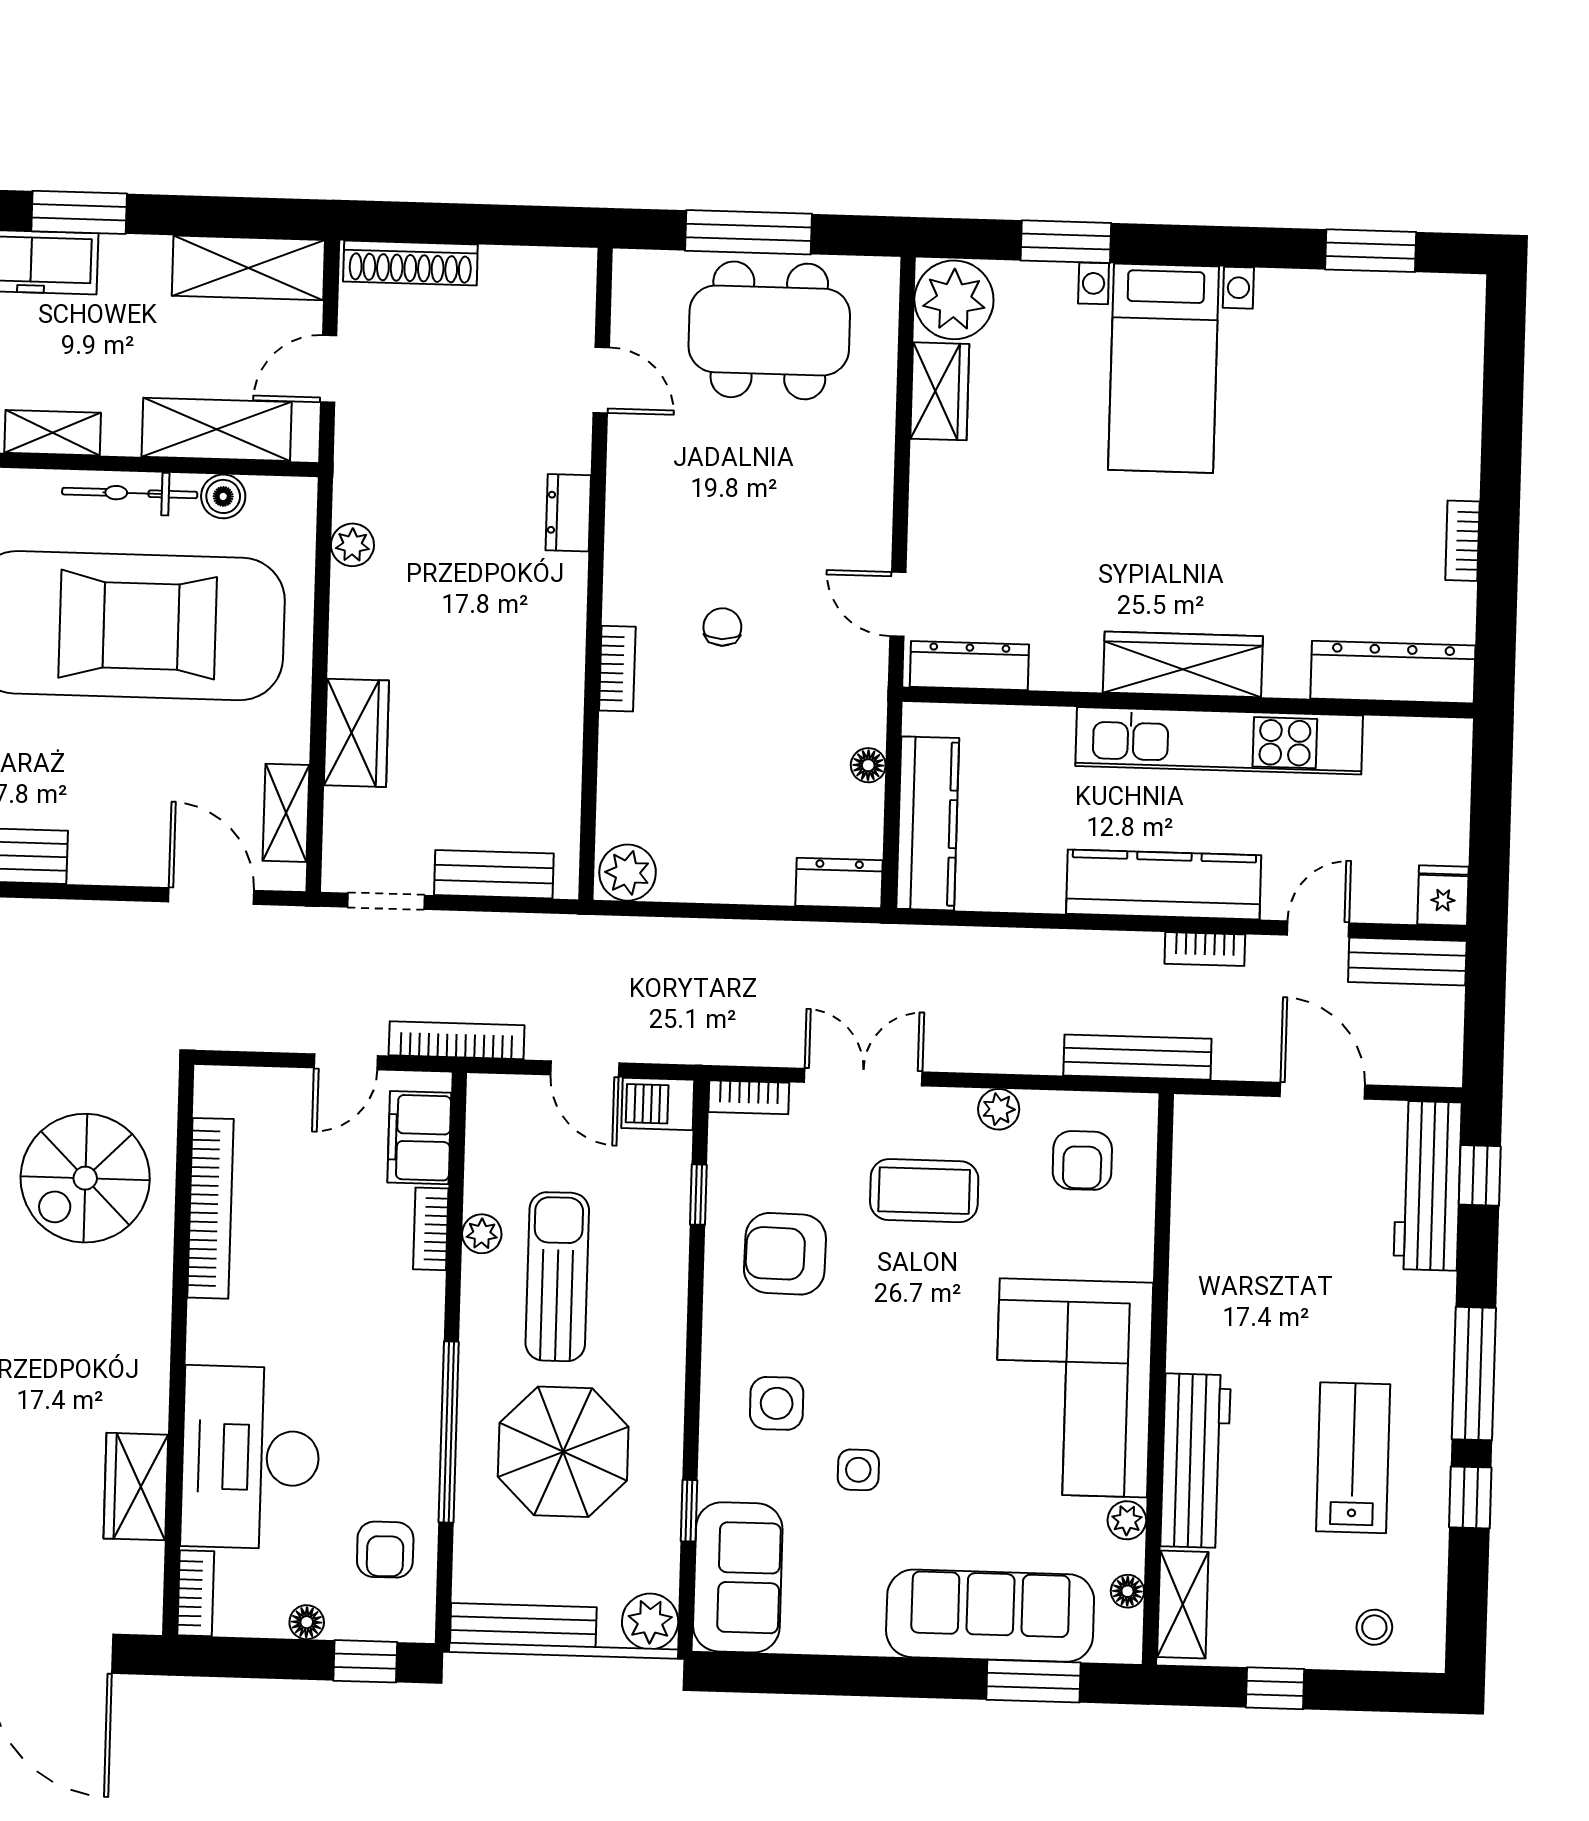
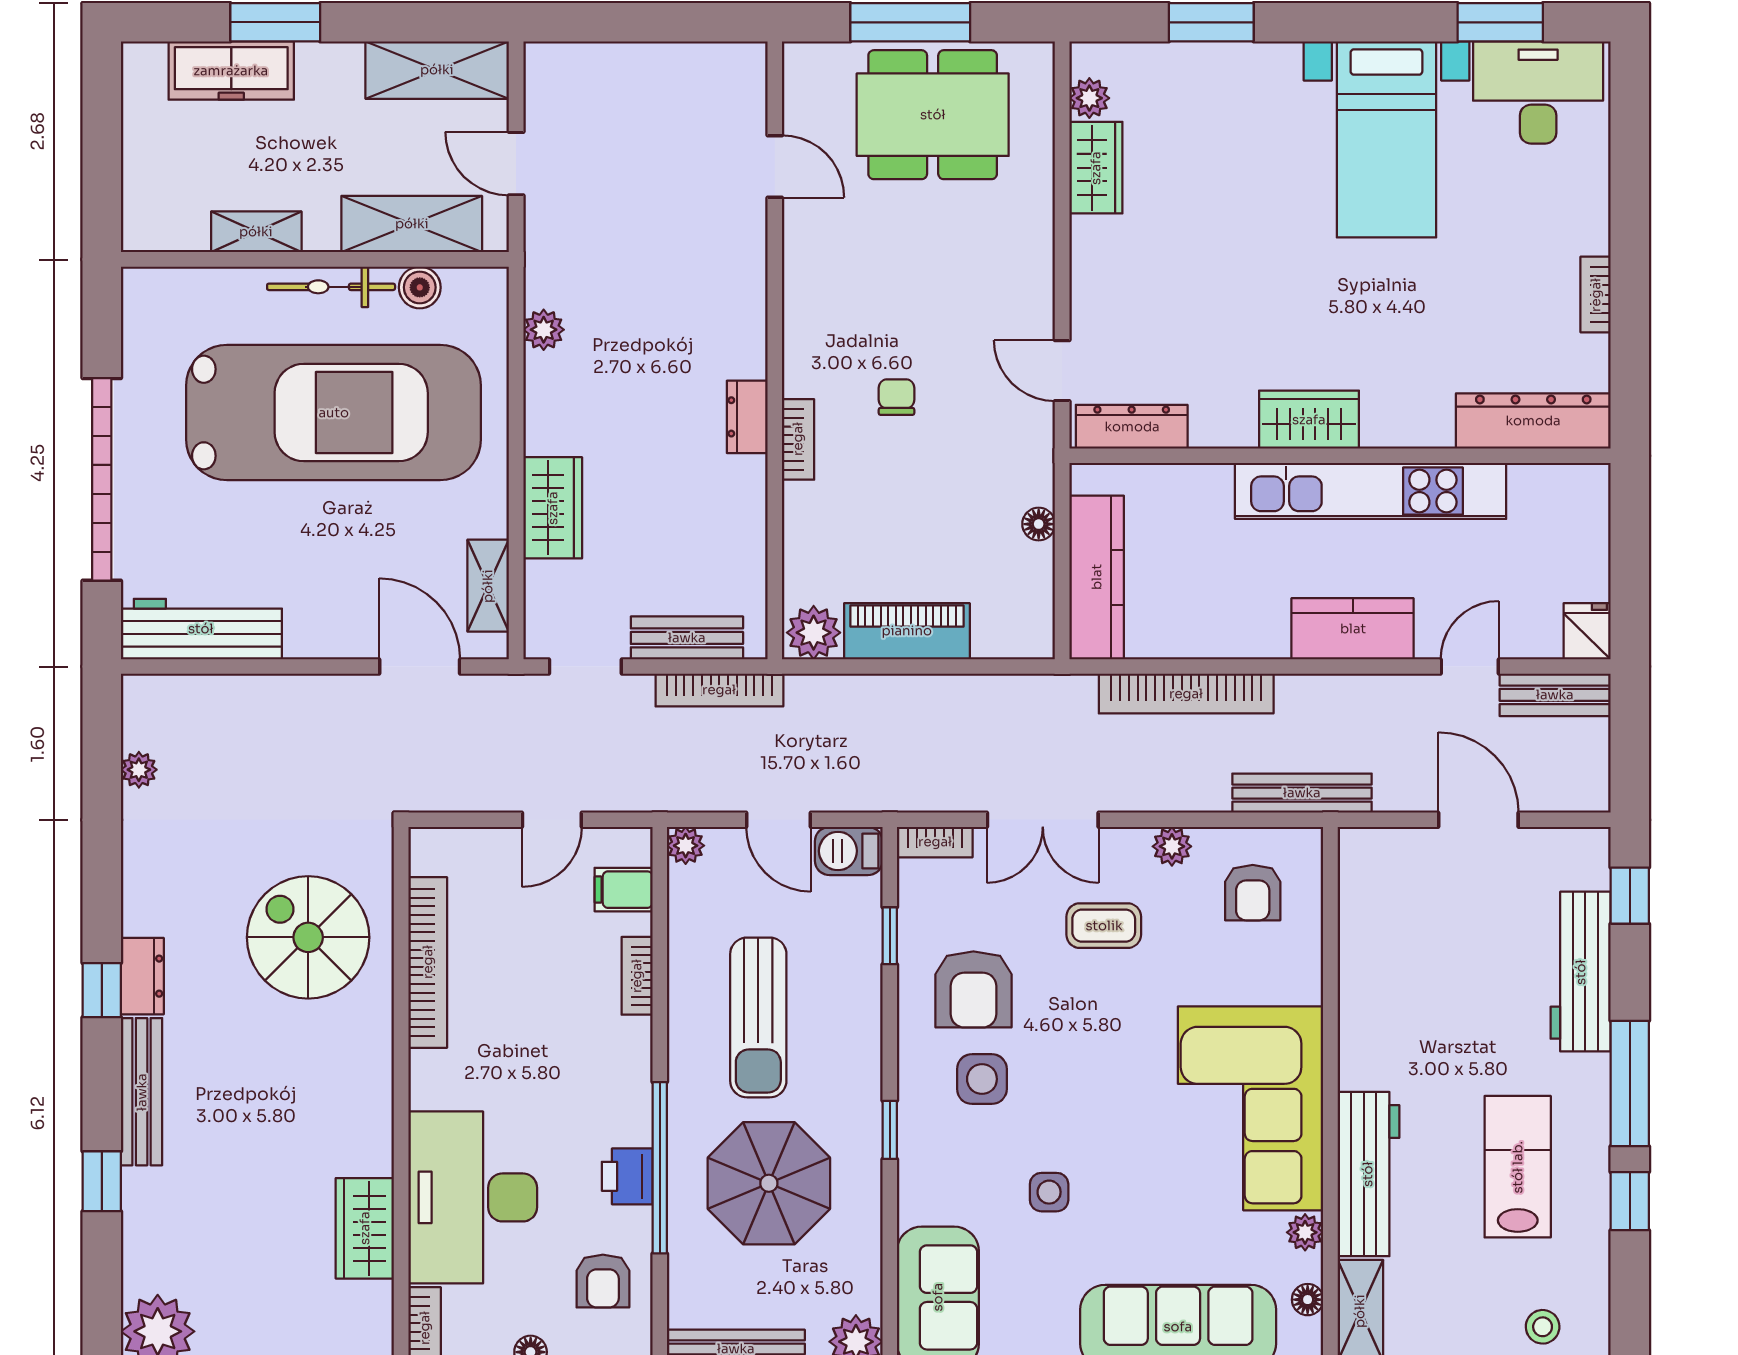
shoe rack: (410, 263) -> (591, 61), removed
plant: (954, 300) -> (1089, 98), width x0.53, depth x0.53
desk: (1408, 326) -> (1538, 92), added
bed with nightstands: (1164, 368) -> (1386, 139), moved
door: (329, 369) -> (516, 164), hinge flipped
dresser: (568, 513) -> (747, 417), moved
wardrobe: (1183, 664) -> (1309, 420), width x0.67
piano: (726, 874) -> (907, 631), added
dresser: (839, 883) -> (1014, 636), removed
kitchen counter: (1164, 885) -> (1353, 629), width x0.67
bookcase: (1205, 949) -> (1186, 694), moved, width x2.31, depth x1.31
bookcase: (457, 1040) -> (719, 690), moved, turned 180
double door: (863, 1077) -> (1043, 820), swing flipped
filing cabinet: (419, 1138) -> (624, 890), width x0.50
spiral stairs: (85, 1178) -> (308, 937), turned 90
workbench: (1428, 1186) -> (1581, 972), moved
coffee table: (924, 1191) -> (1104, 926), width x0.73, depth x0.77
plant: (482, 1234) -> (686, 846), moved
armchair: (785, 1254) -> (973, 989), turned -91
sun lounger: (557, 1277) -> (758, 1017), turned 180
side table: (777, 1403) -> (982, 1079), moved
printer: (414, 1440) -> (627, 1176), added
window: (689, 1511) -> (890, 1130), moved

